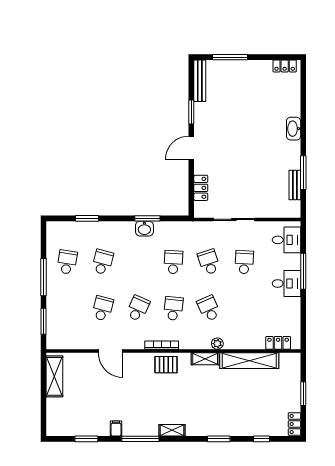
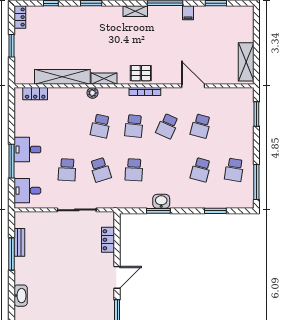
window: (44, 277) -> (256, 182), moved
school desk: (209, 308) -> (100, 126), turned 36

